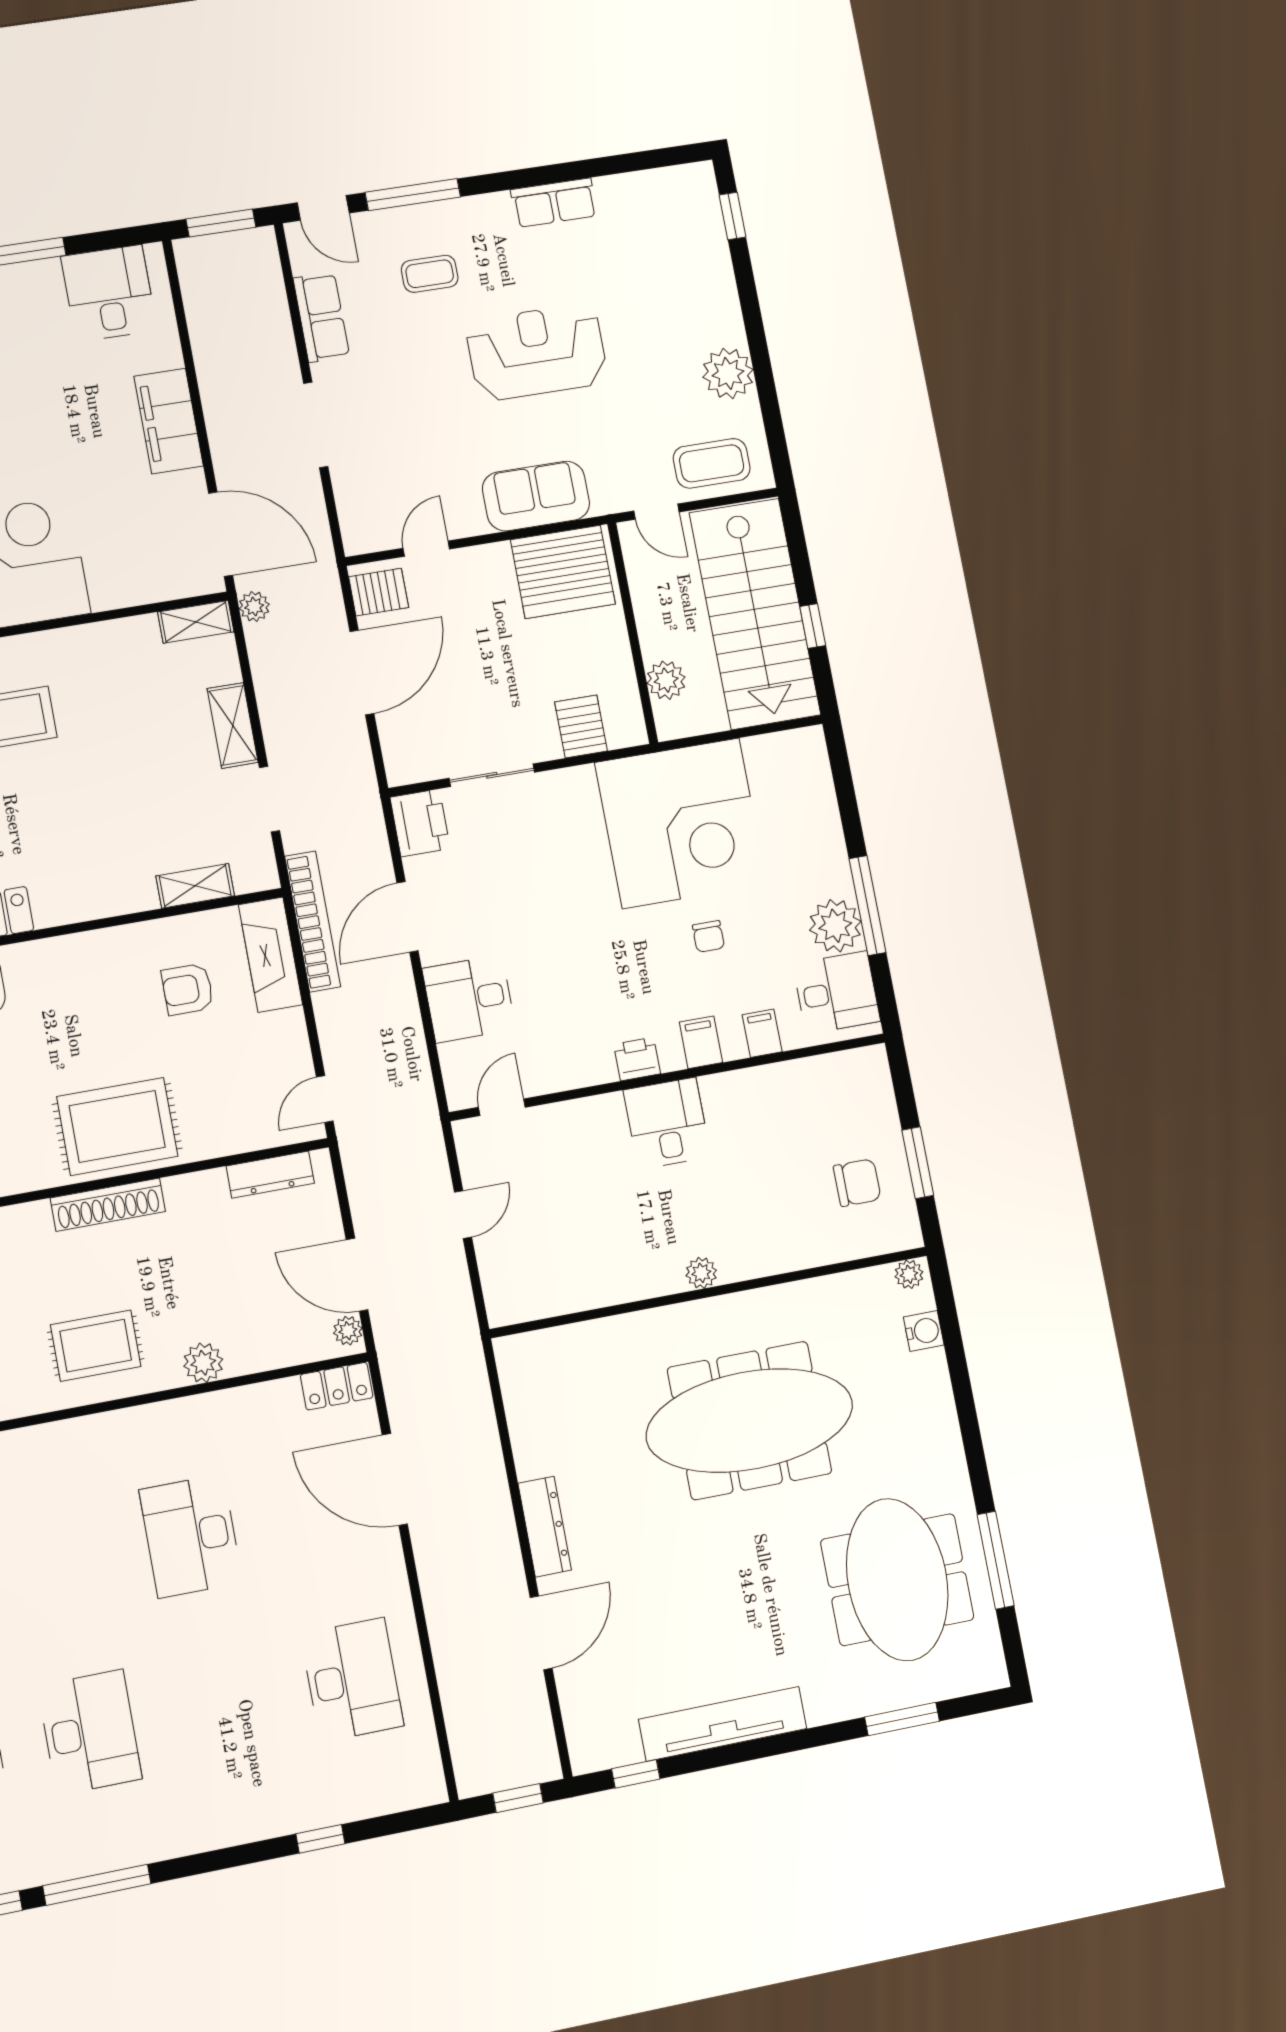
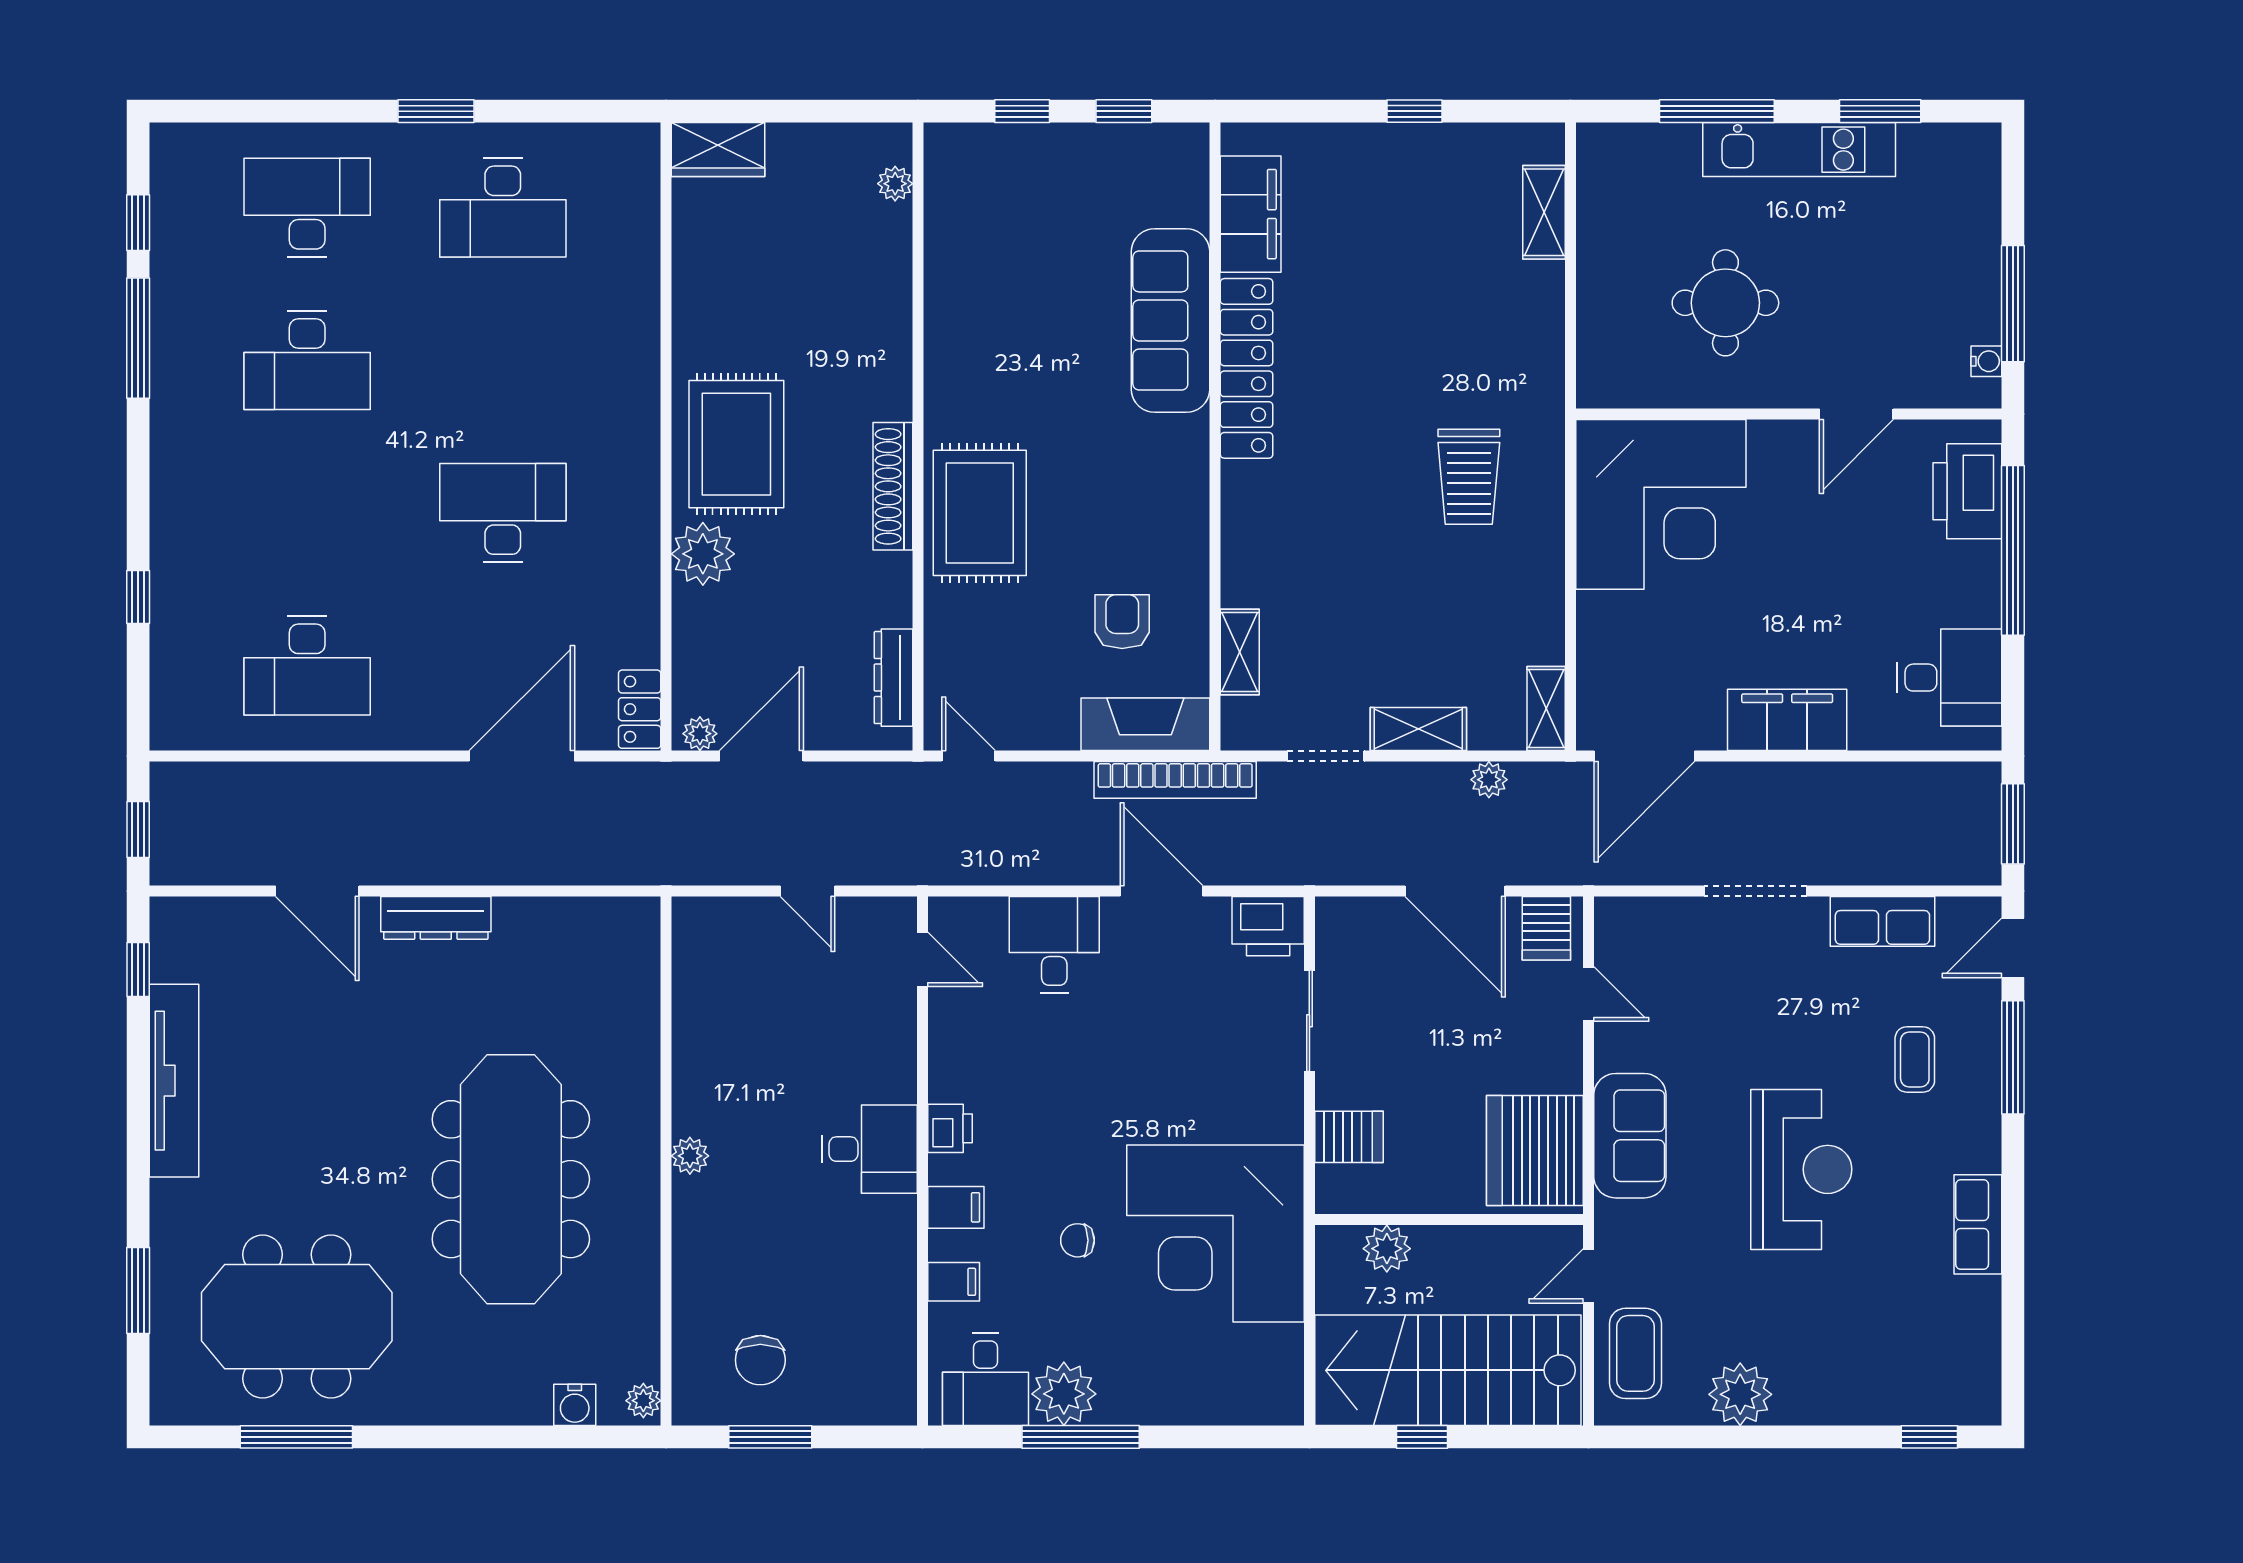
plant: (254, 606) -> (1489, 780), moved
rug: (96, 1346) -> (736, 444), width x1.36, depth x1.43
plant: (203, 1363) -> (703, 554), width x1.36, depth x1.36

